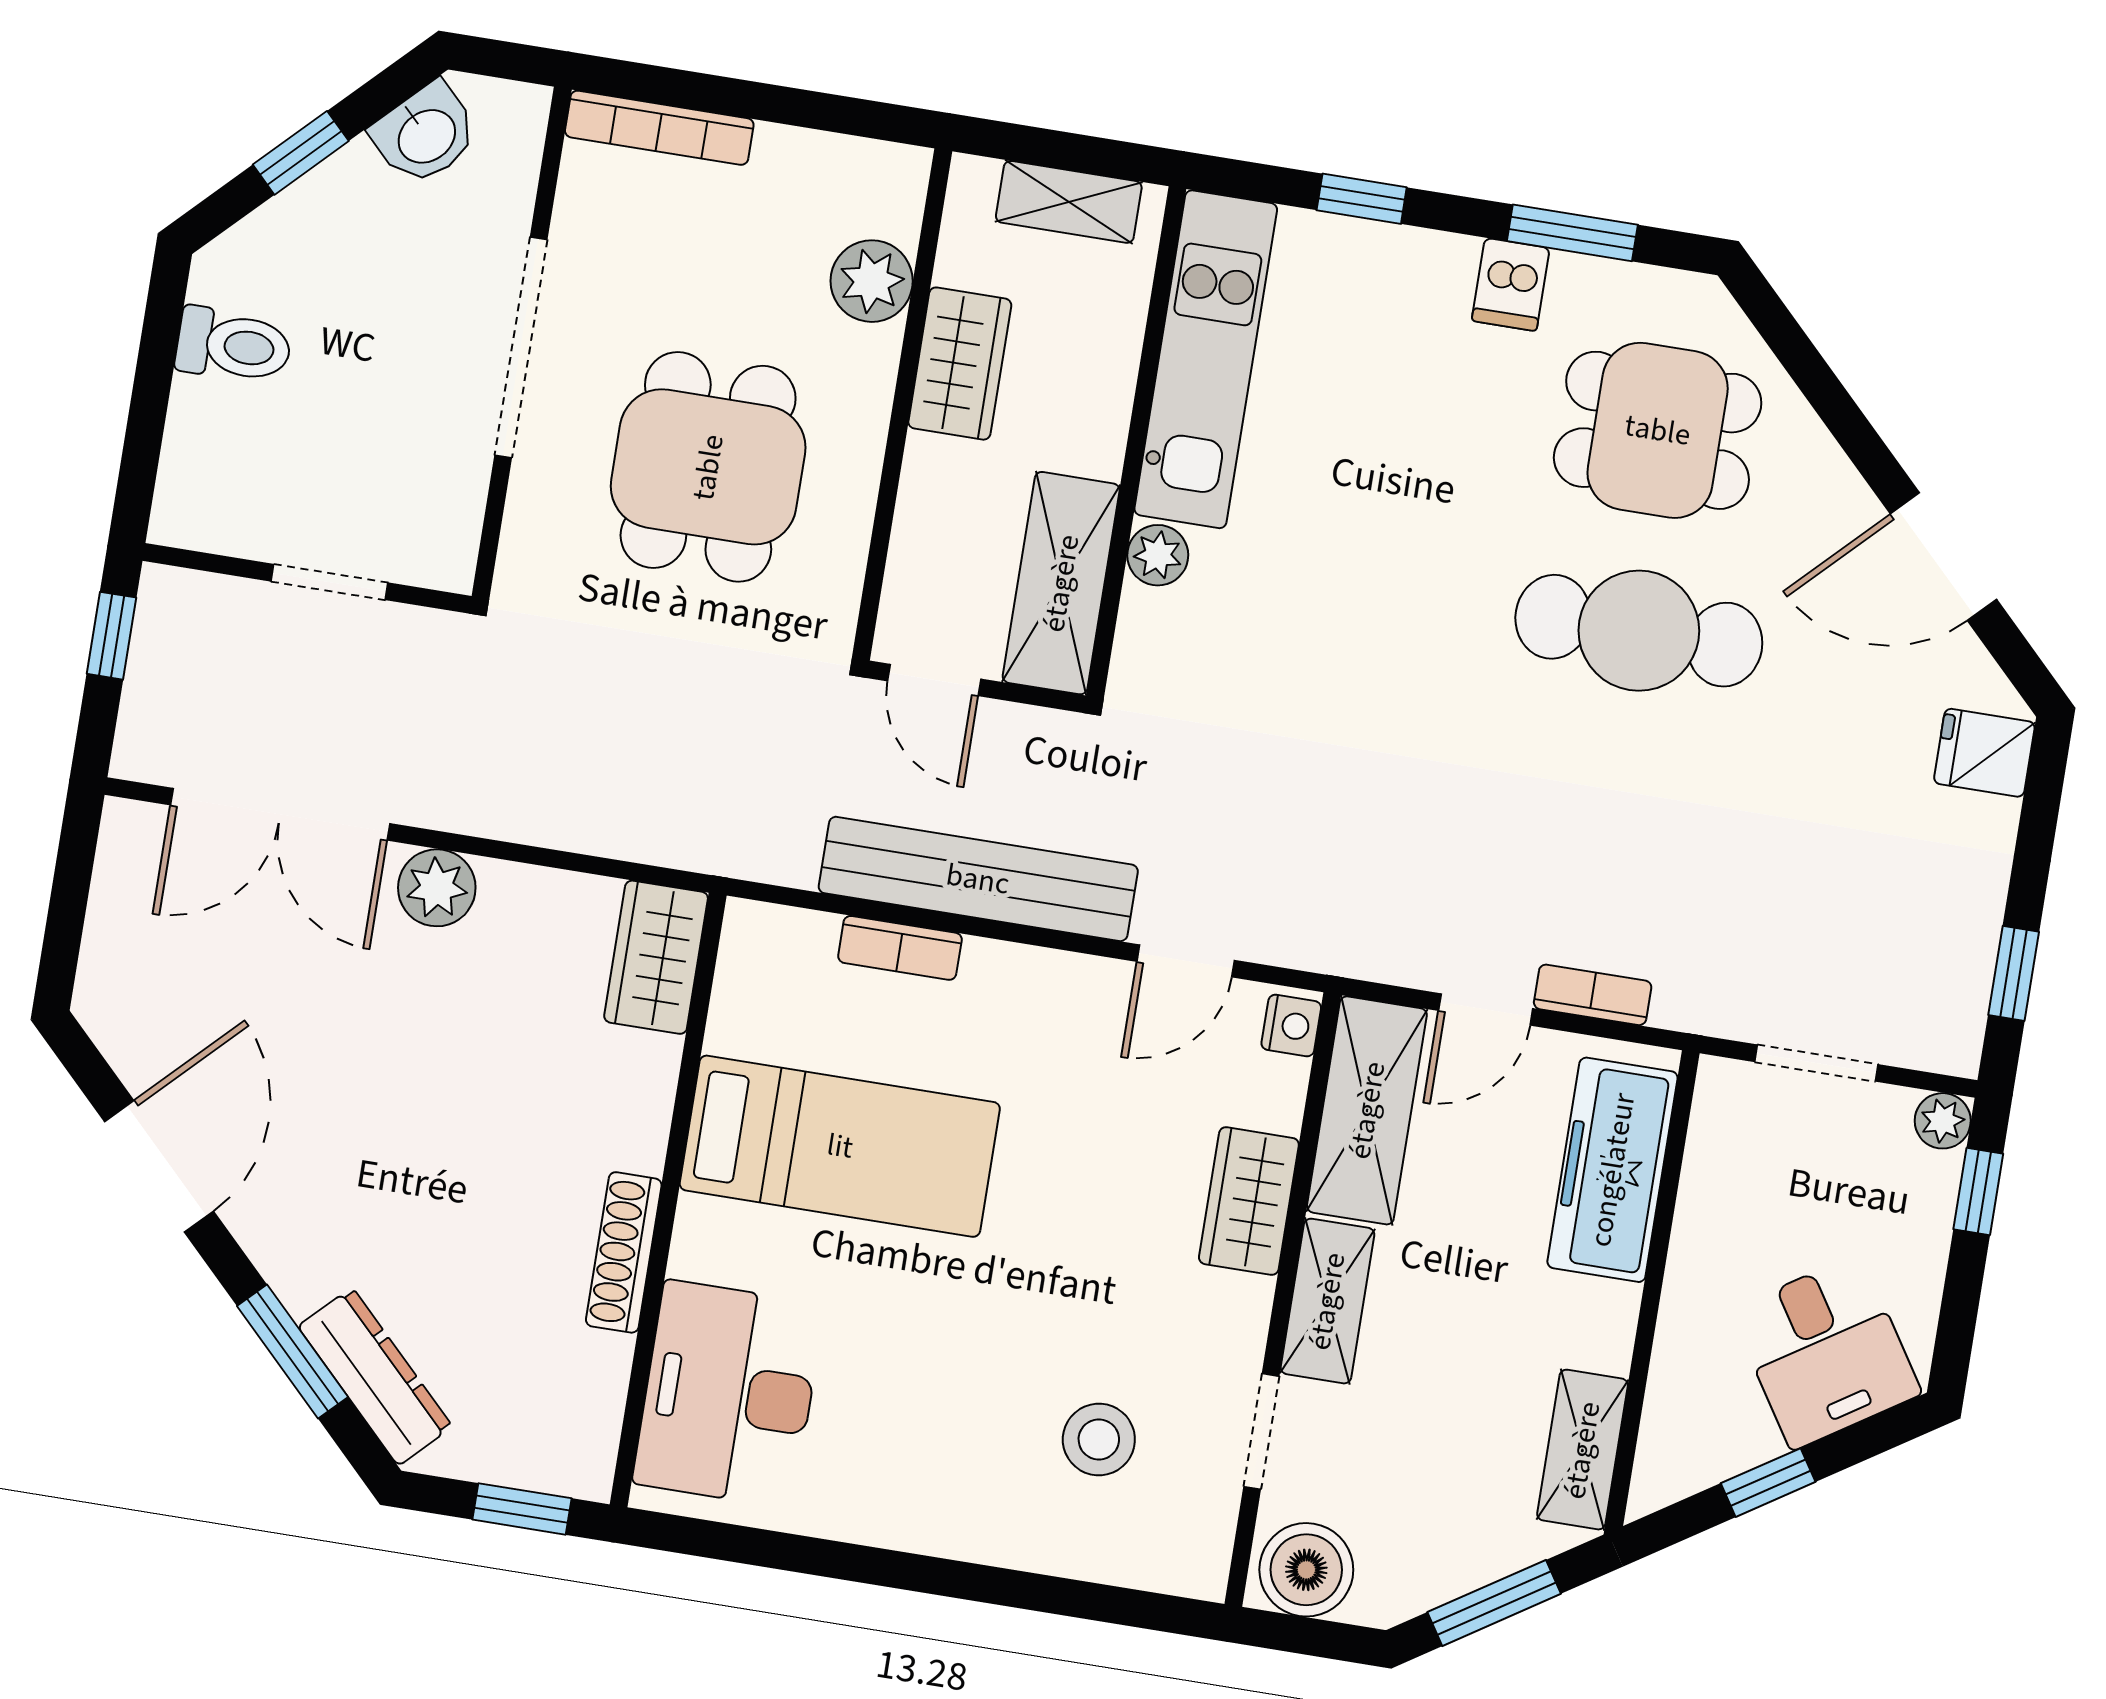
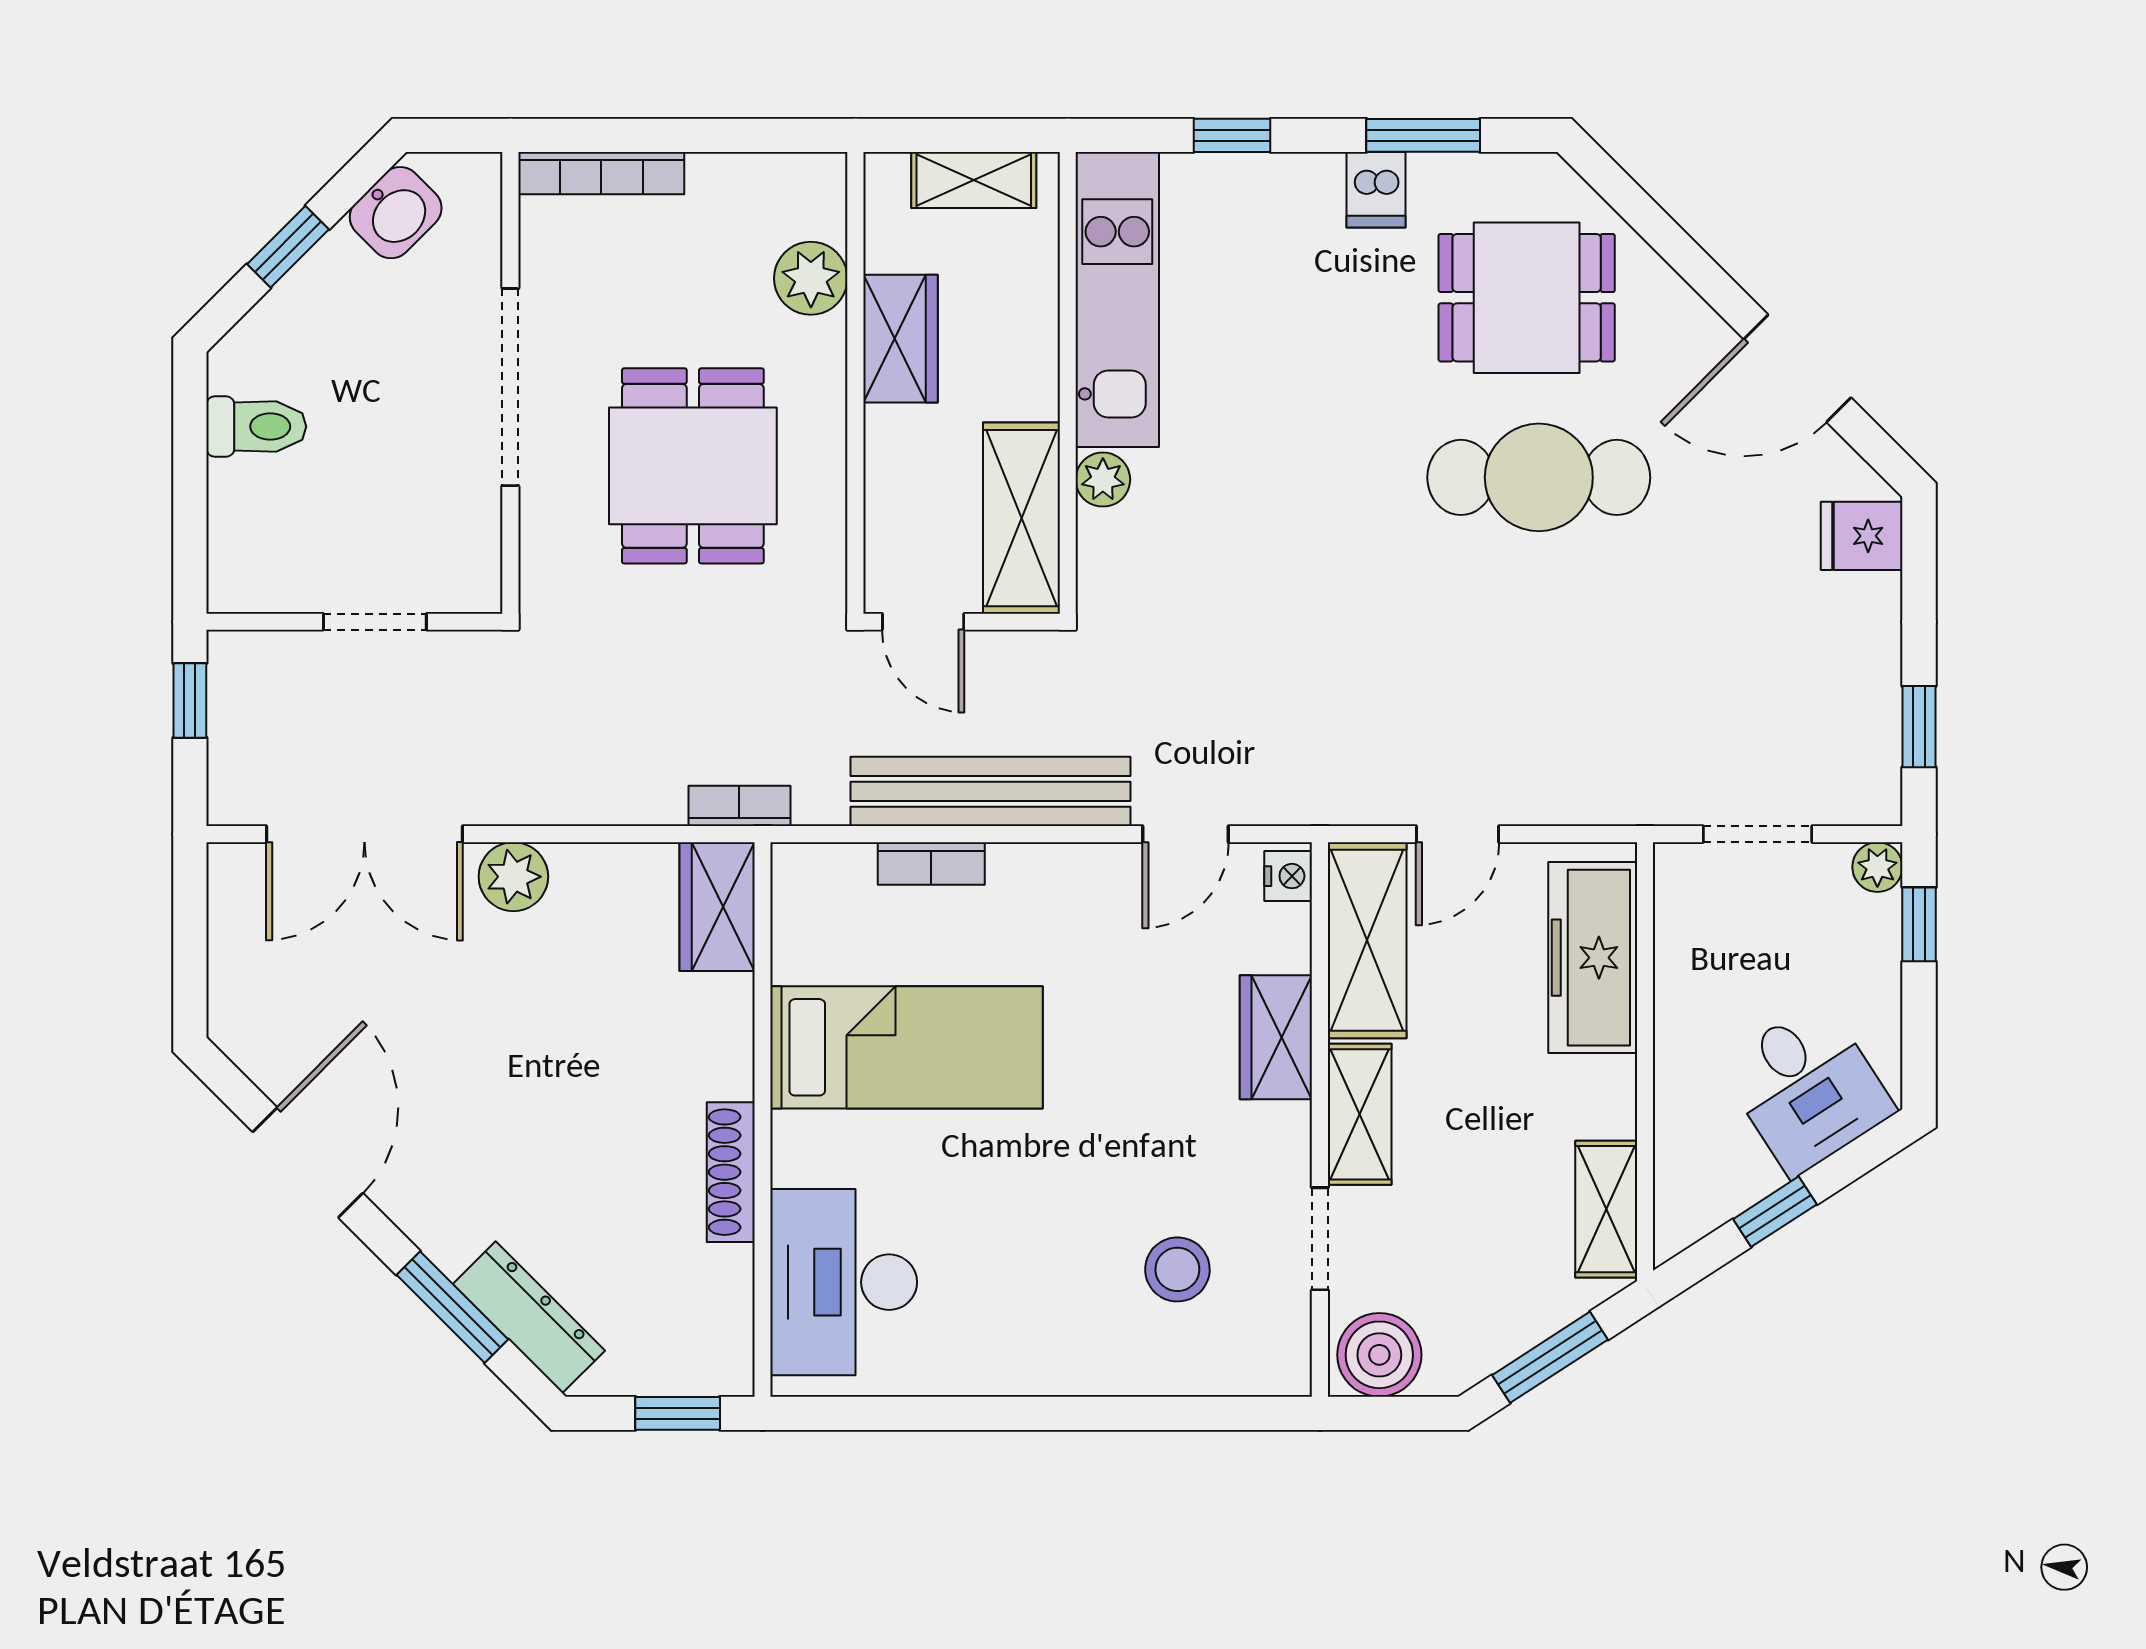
bookcase: (1593, 995) -> (739, 806), moved

